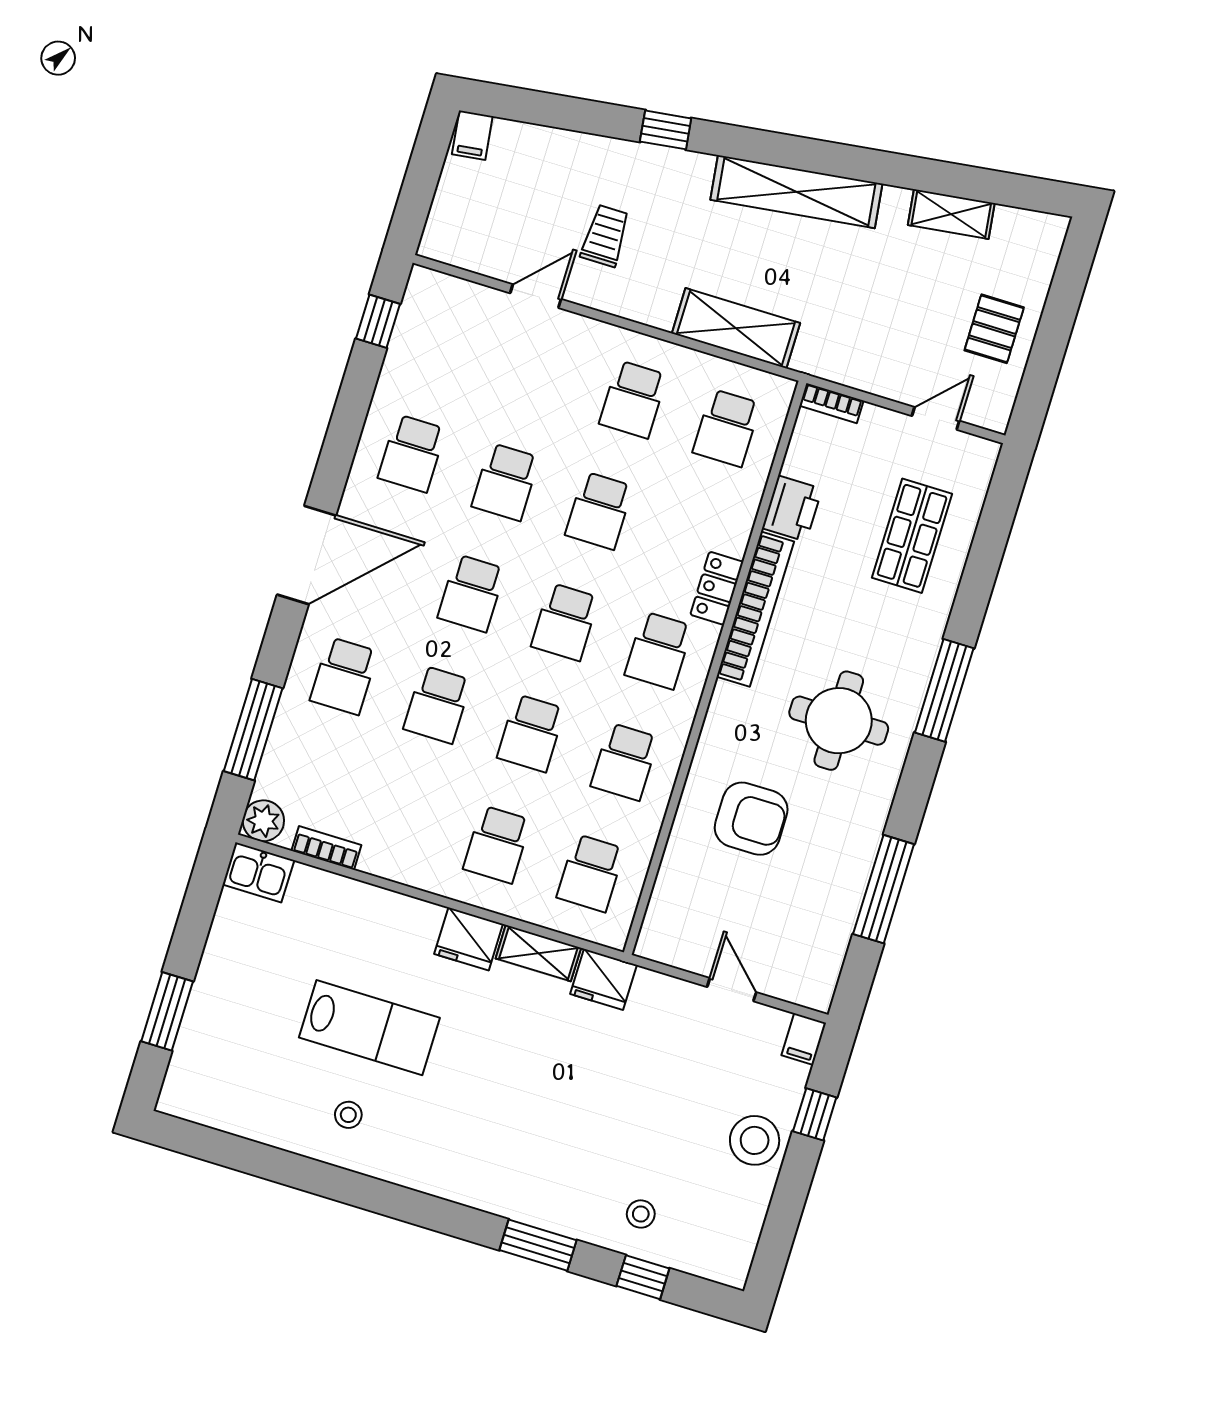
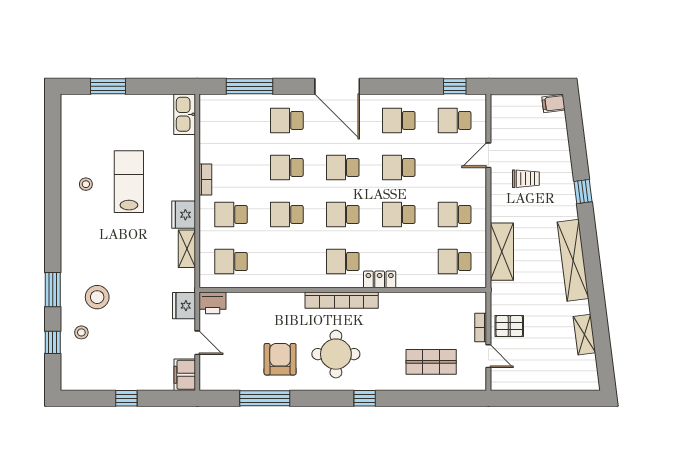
door: (536, 296) -> (488, 155), swing flipped
pallet: (994, 329) -> (509, 326), moved
bookcase: (831, 403) -> (481, 327), moved
printer: (792, 508) -> (213, 303), moved
bookcase: (755, 609) -> (342, 300), moved
window: (944, 690) -> (365, 398), width x0.46
school desk: (625, 762) -> (455, 120), moved
armchair: (751, 819) -> (280, 359), moved, turned 180
plant: (263, 821) -> (209, 104), removed
bookcase: (326, 848) -> (205, 179), moved
kitchen sink: (258, 872) -> (185, 114), width x1.38
fridge: (604, 979) -> (184, 306), moved
door: (732, 990) -> (197, 343), hinge flipped
lab bench: (369, 1028) -> (129, 182), turned 180
filing cabinet: (804, 1039) -> (185, 375), width x2.00
window: (815, 1114) -> (126, 398), moved
stool: (755, 1140) -> (97, 297), moved

